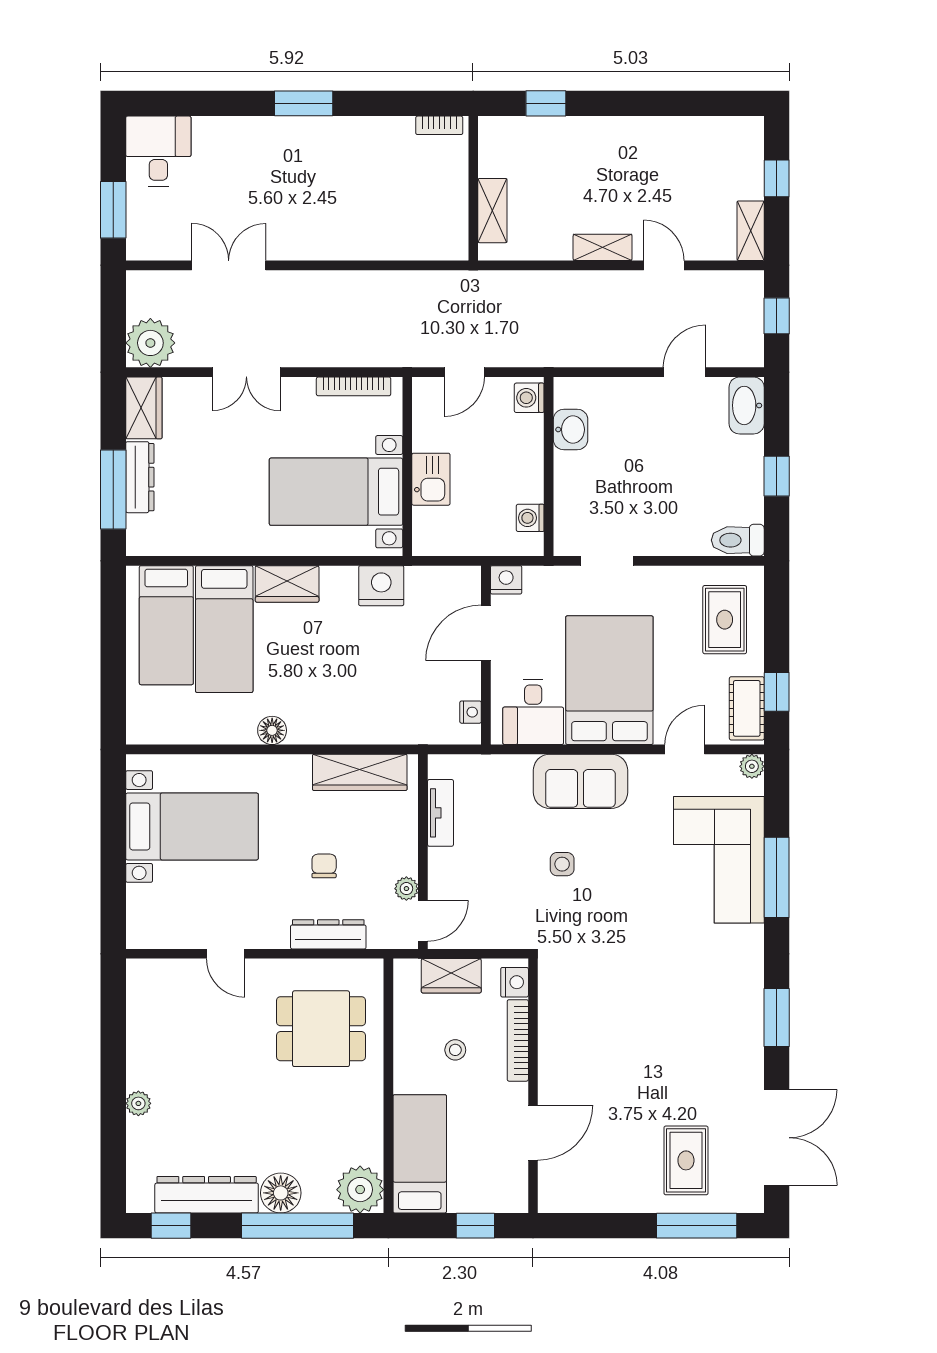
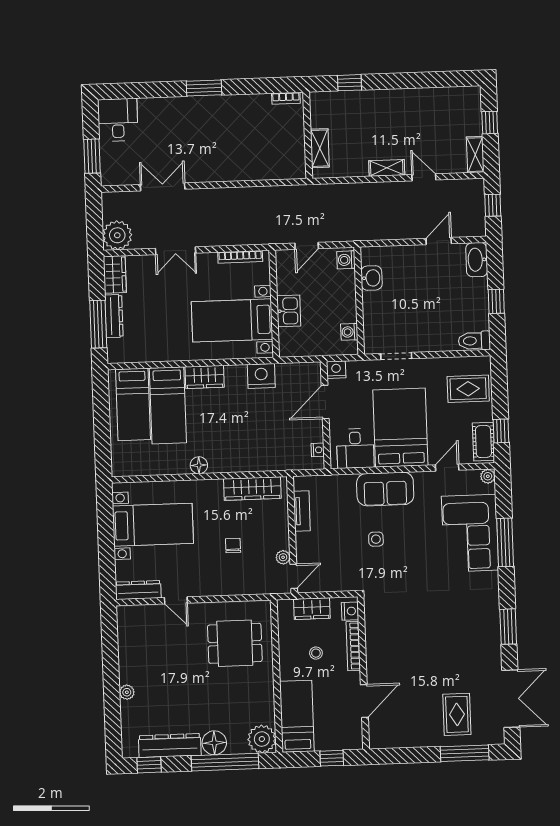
rug: (725, 620) -> (468, 389), turned 90
dresser: (328, 934) -> (138, 590), moved

